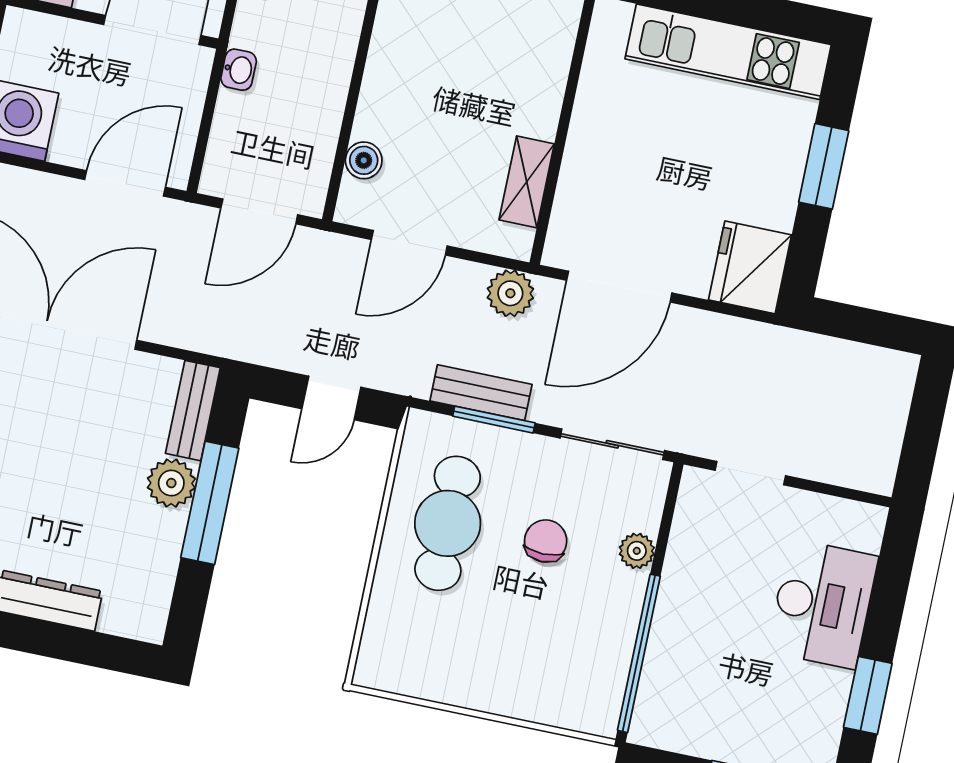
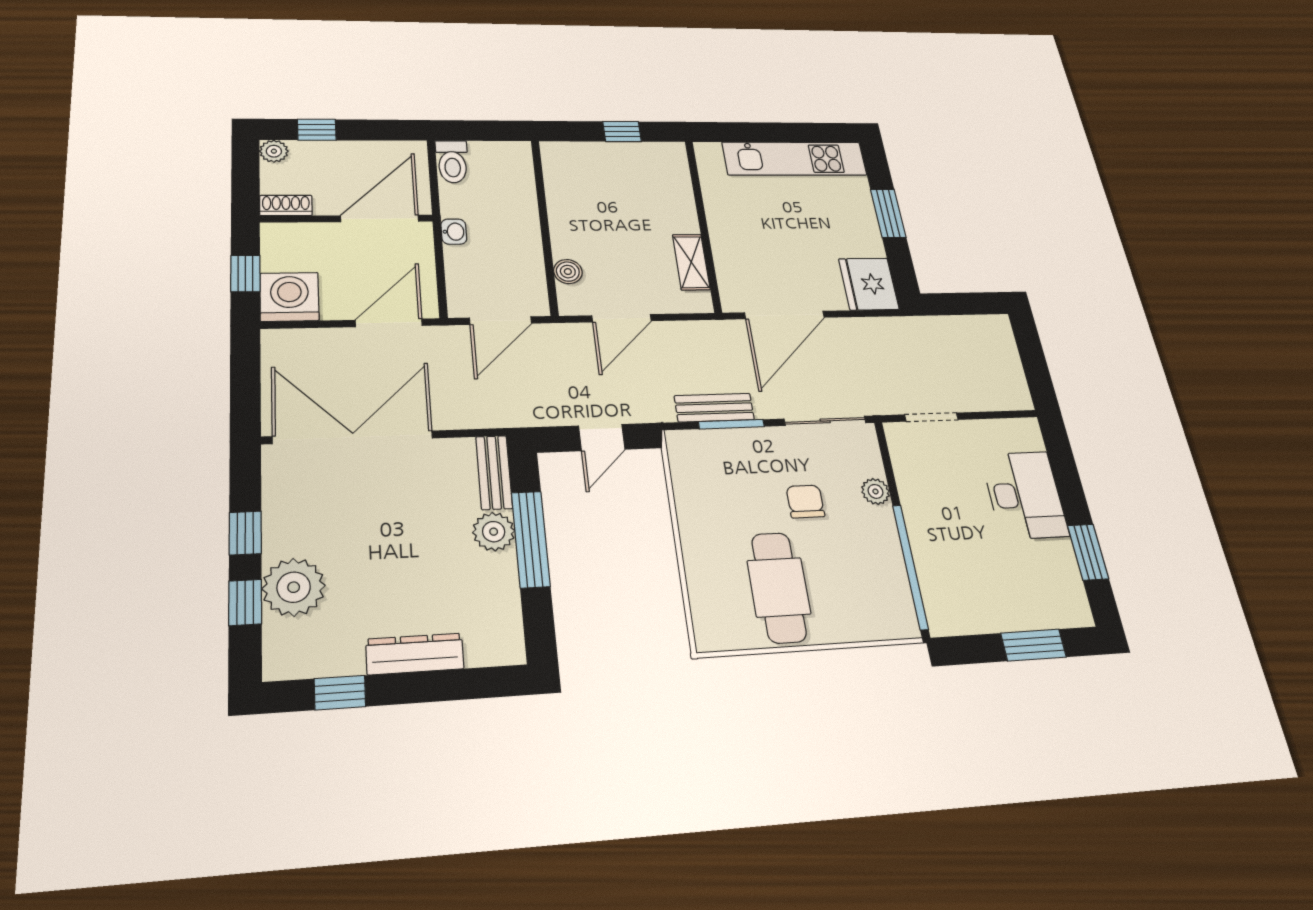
plant: (510, 293) -> (709, 336), removed
cafe table: (448, 523) -> (779, 587), moved

